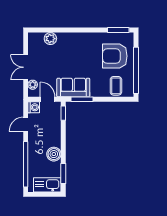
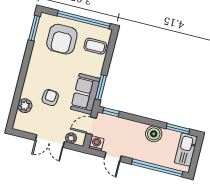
armchair: (63, 58) -> (50, 98), added

